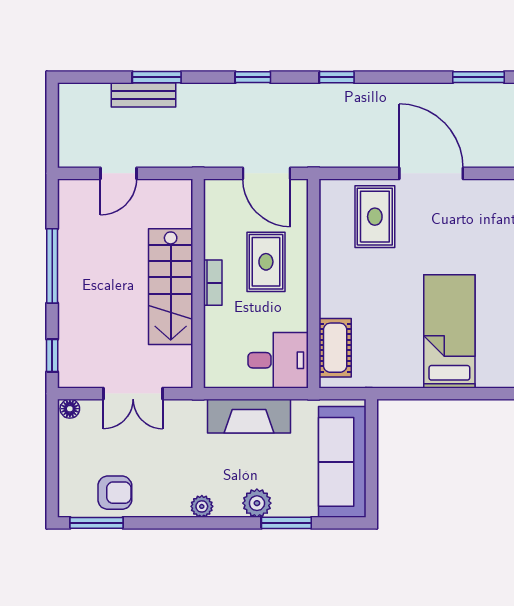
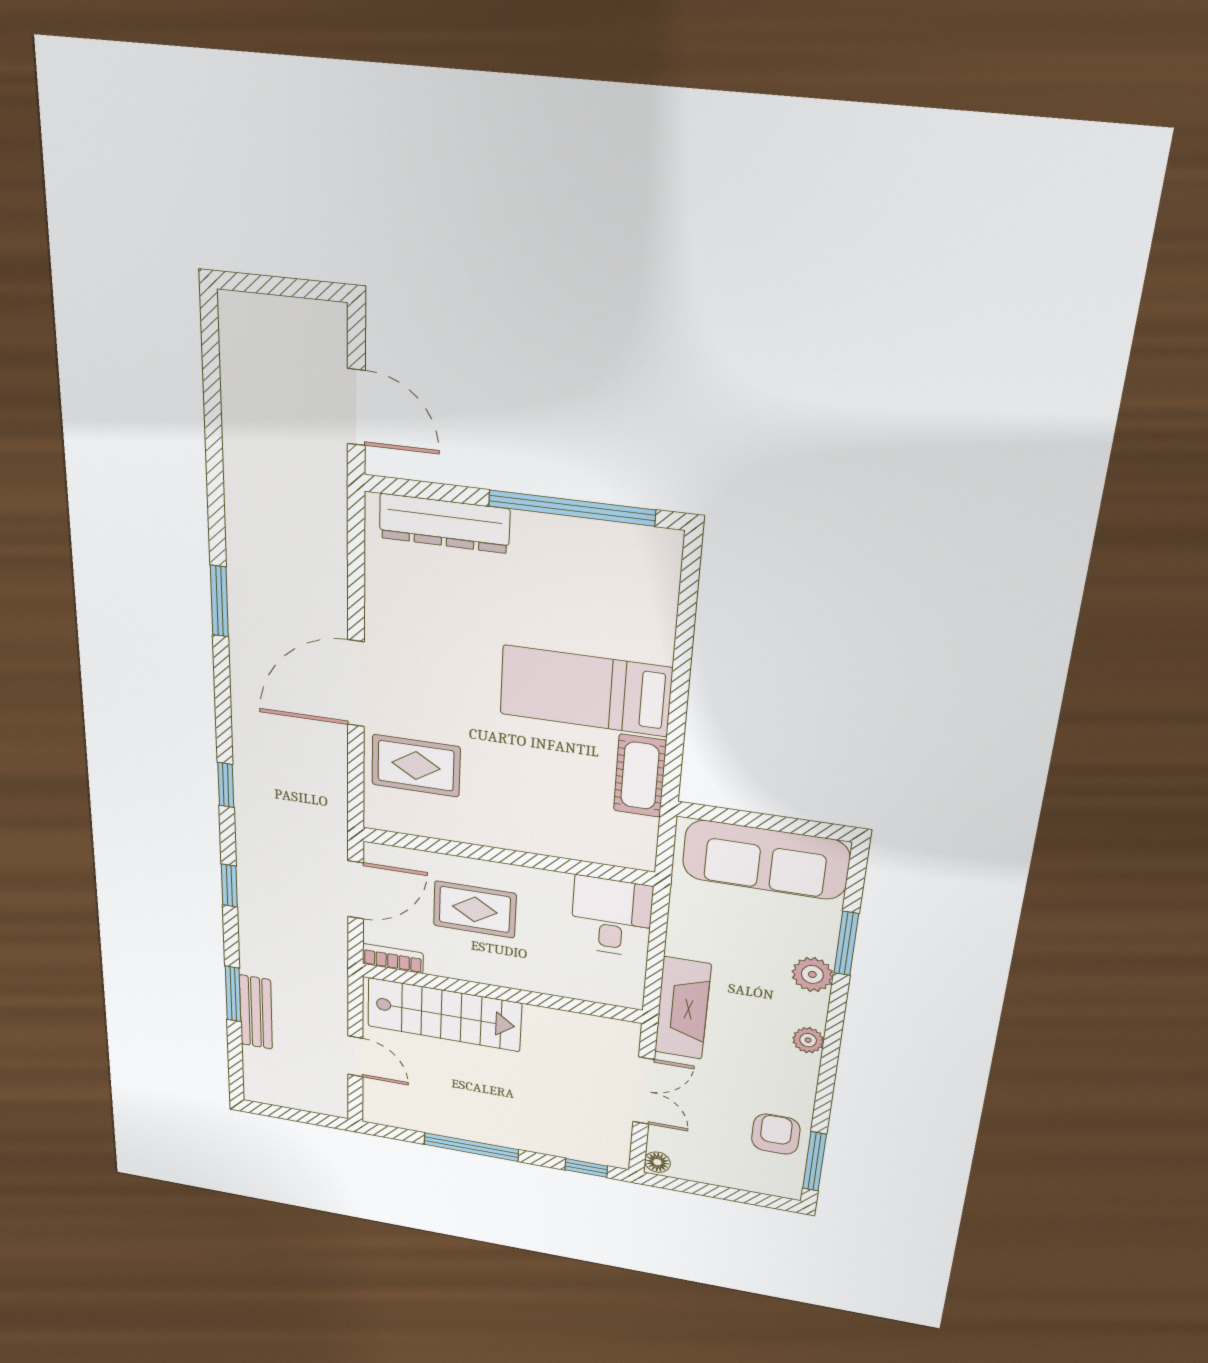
bookcase: (213, 283) -> (393, 958), moved
stairs: (171, 287) -> (444, 1015), moved
cot: (335, 348) -> (640, 776), moved, turned 90
fireplace: (249, 416) -> (683, 1008), moved

